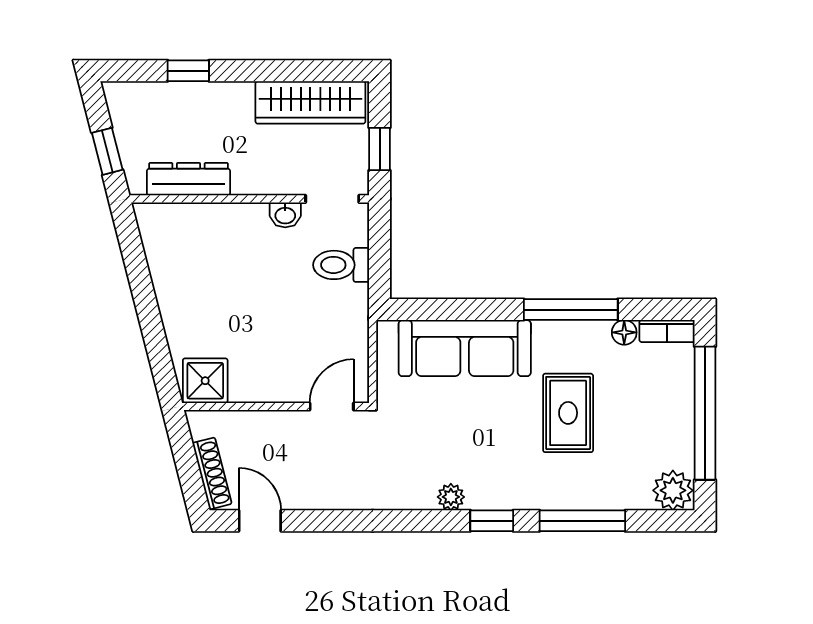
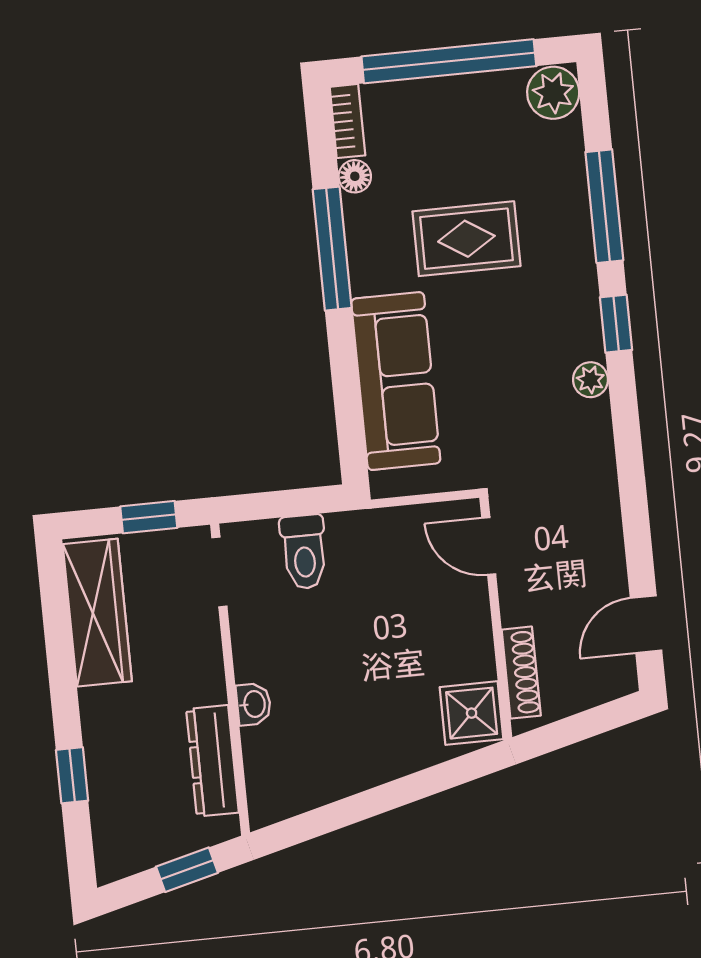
washbasin: (285, 215) -> (254, 704), moved
shoe rack: (212, 473) -> (521, 673), moved, turned 104

